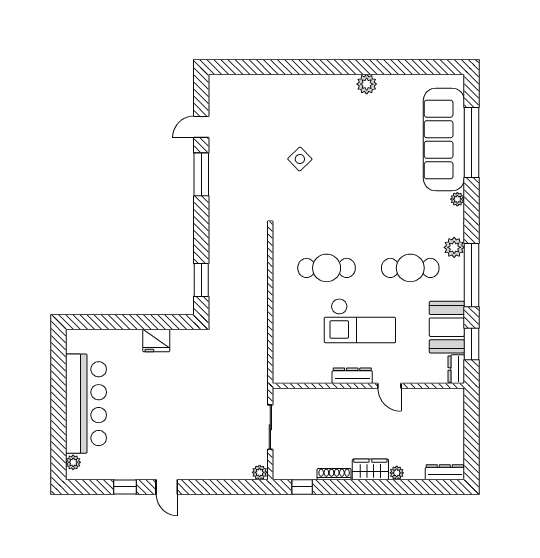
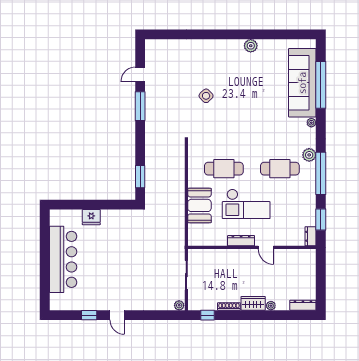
booth: (447, 327) -> (199, 205), moved
fridge: (156, 340) -> (91, 217), moved
plant: (73, 462) -> (55, 299), removed

